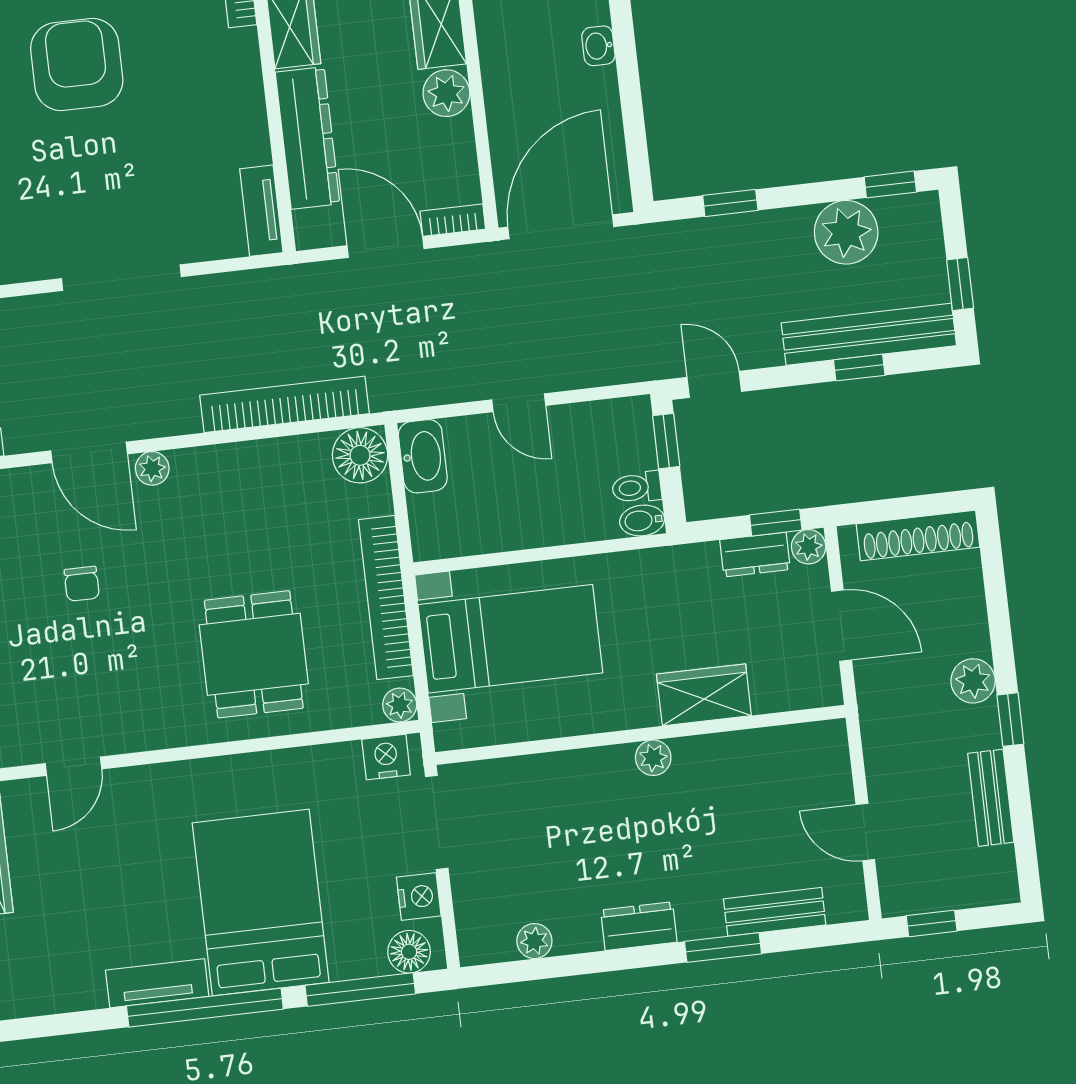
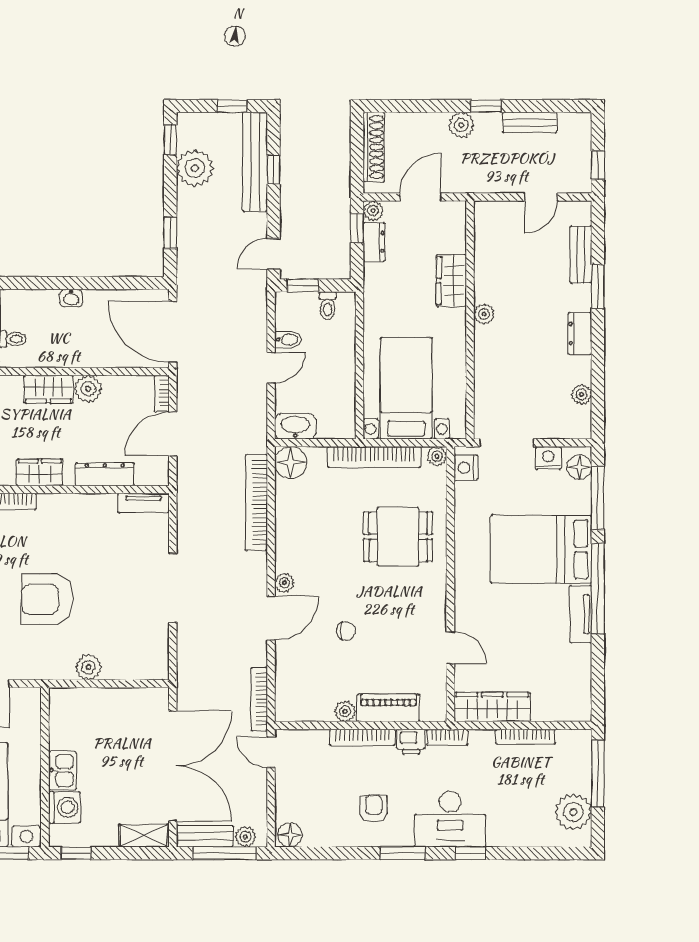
dresser: (308, 138) -> (105, 474), width x0.73, depth x0.80
bidet: (642, 520) -> (288, 340), moved, turned -90

